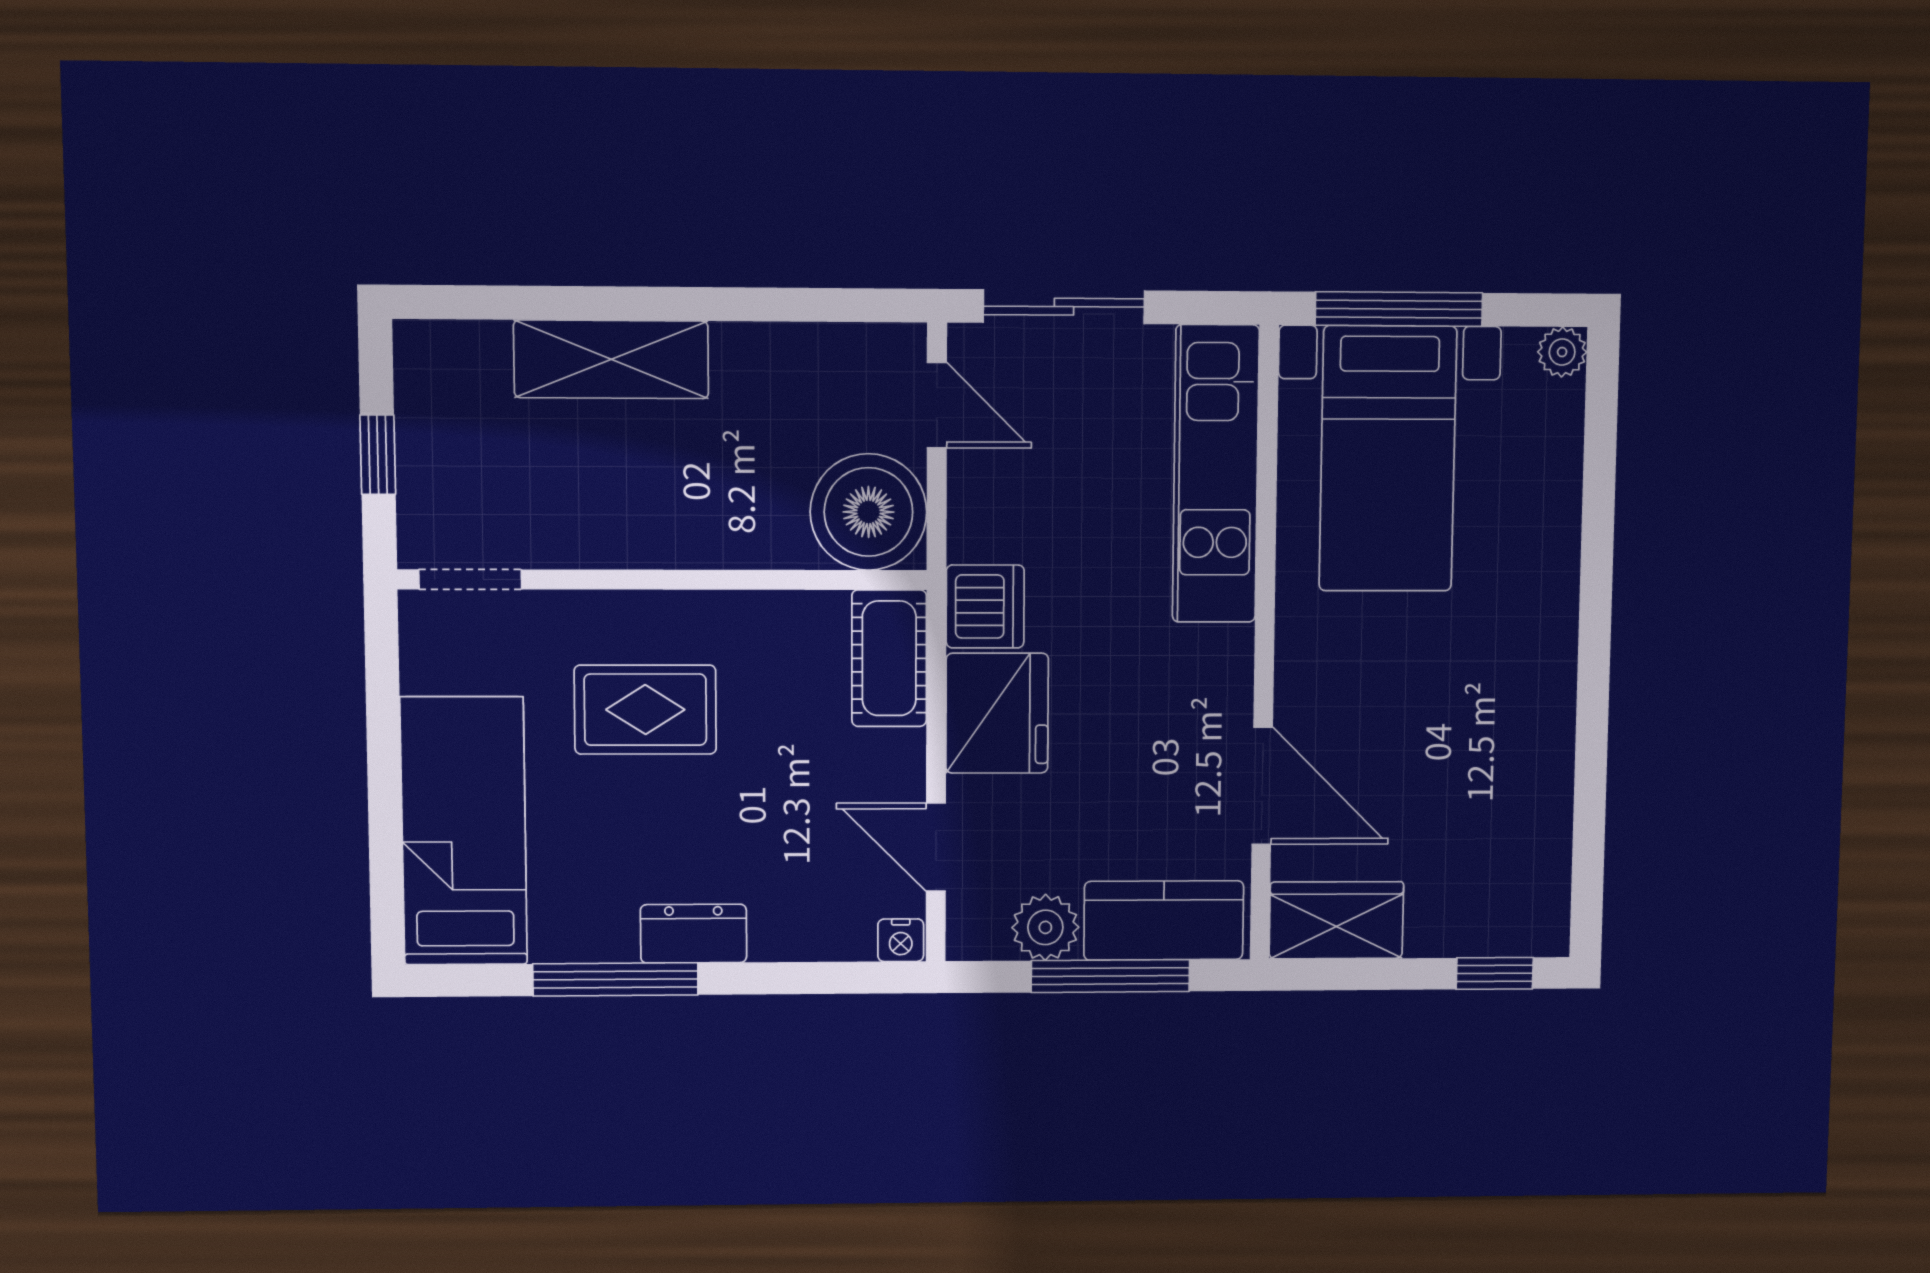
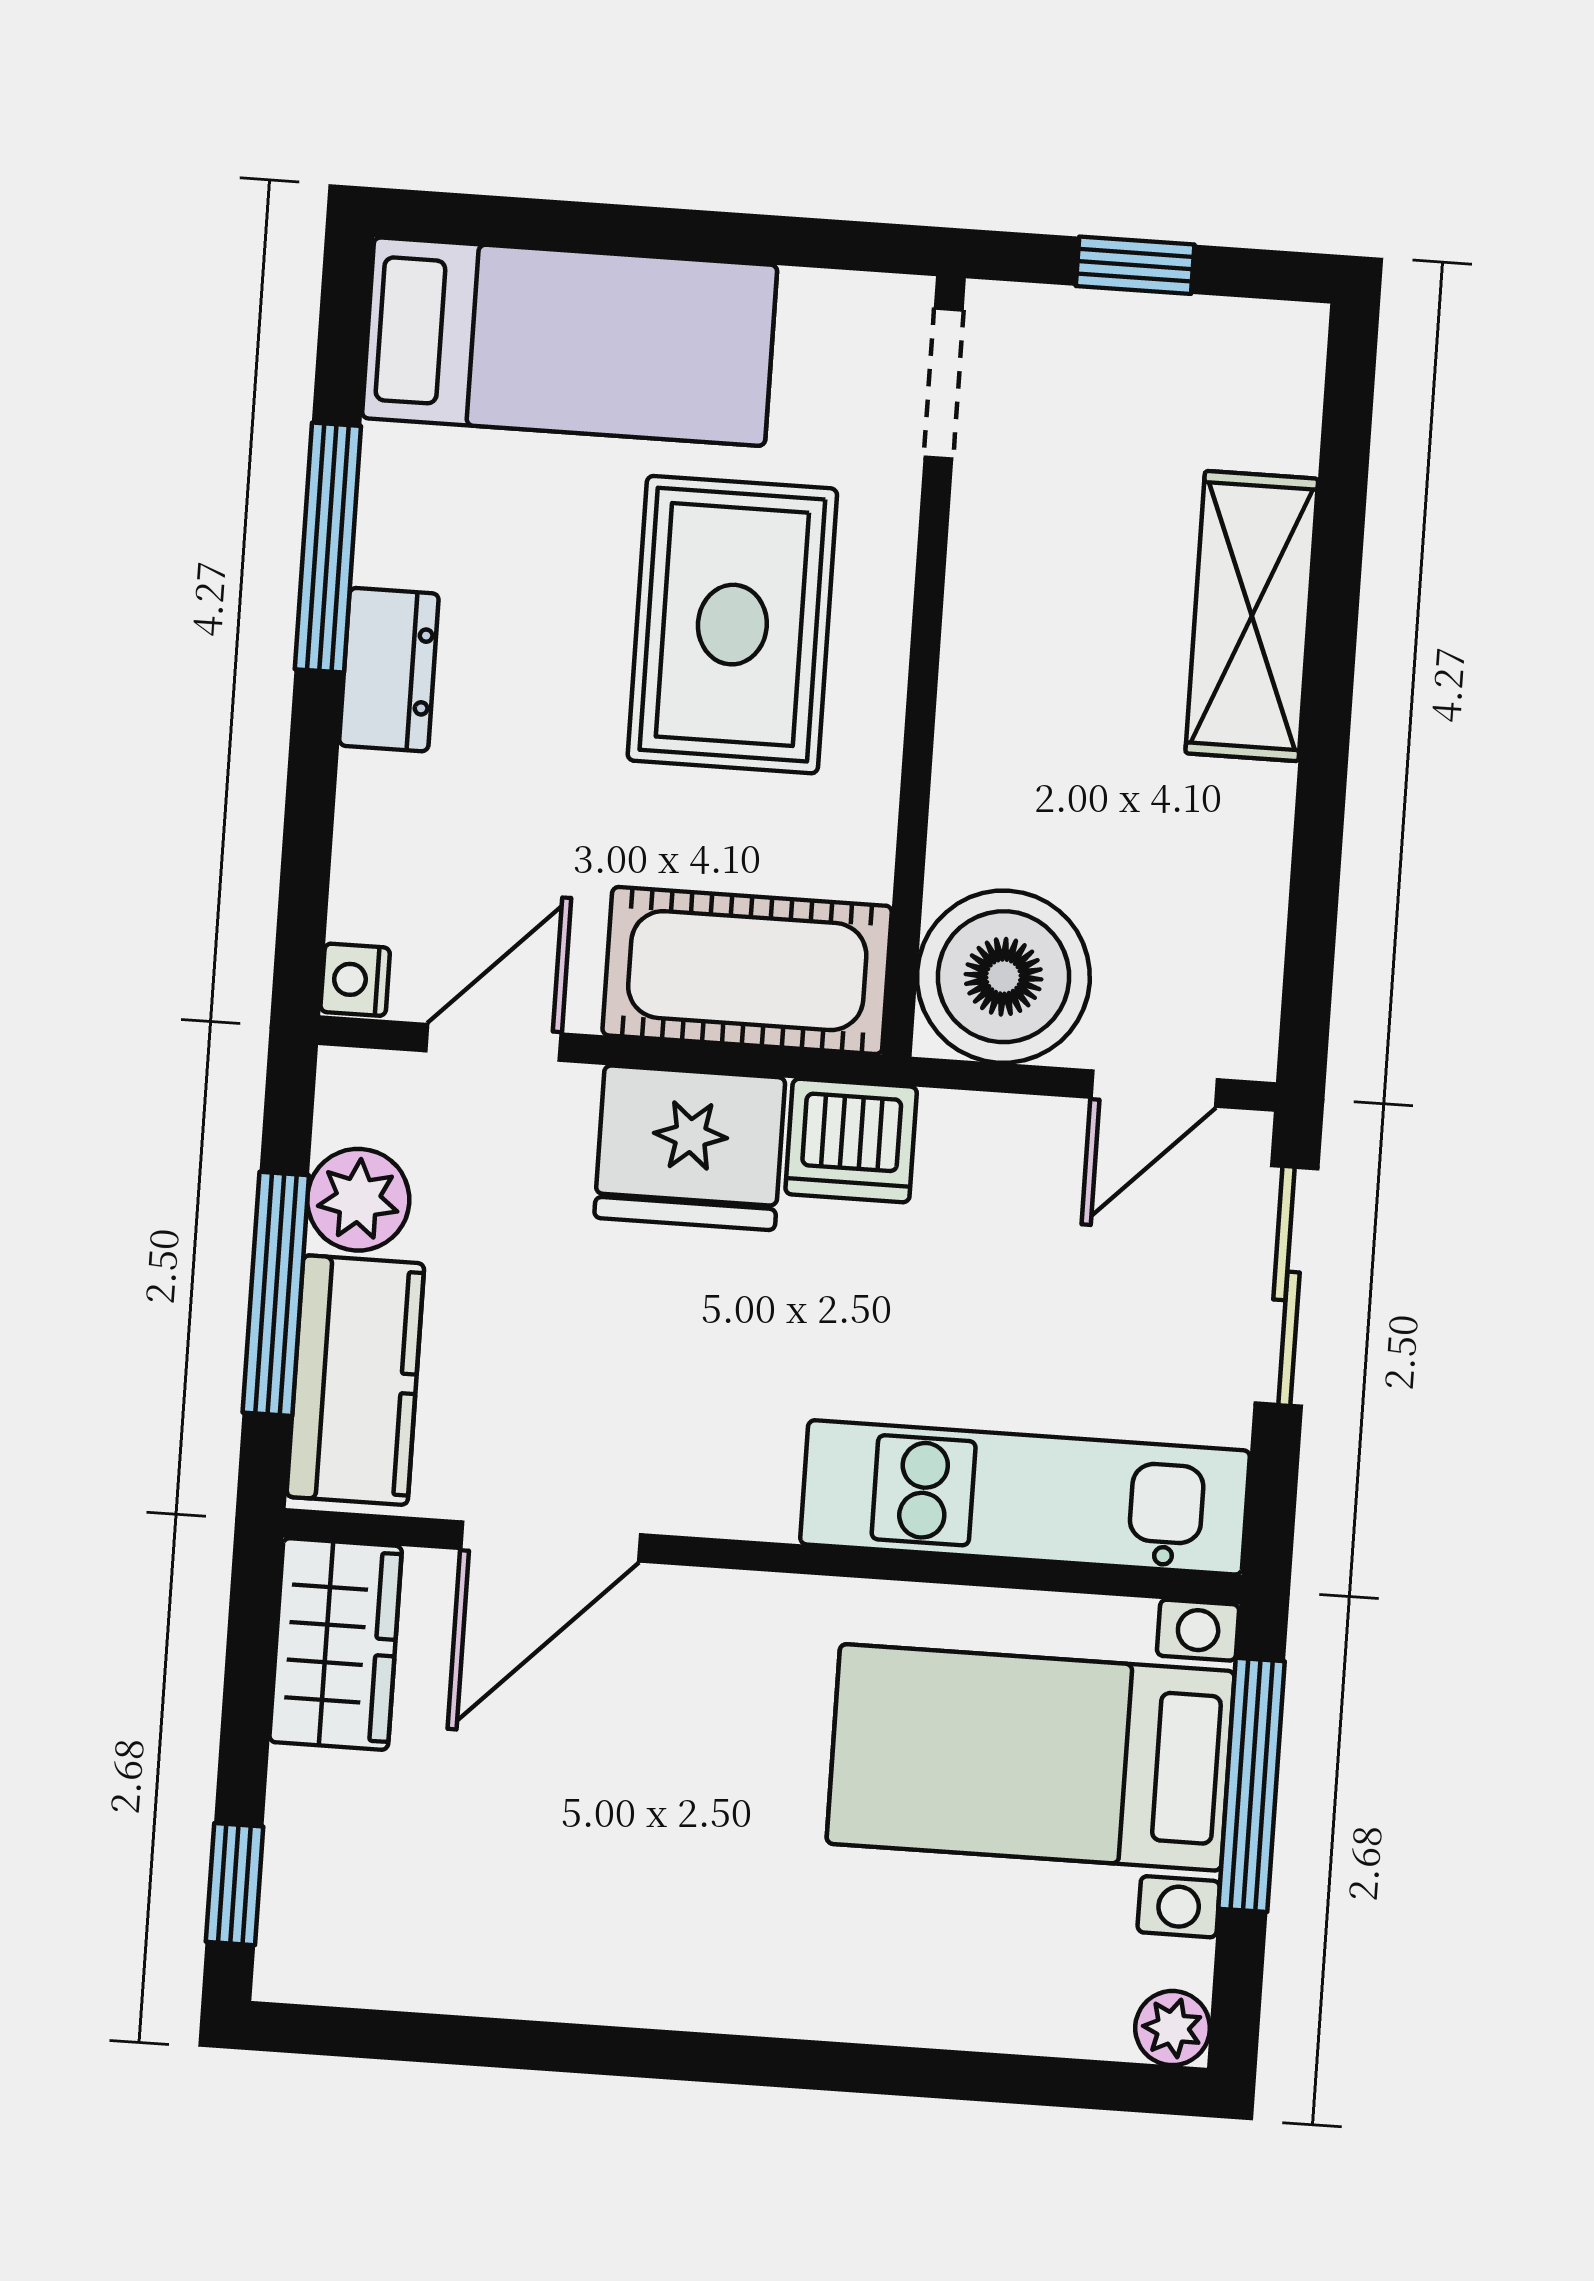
cot: (889, 658) -> (747, 971), width x1.37, depth x1.34
rug: (645, 710) -> (732, 625), width x1.36, depth x1.43

